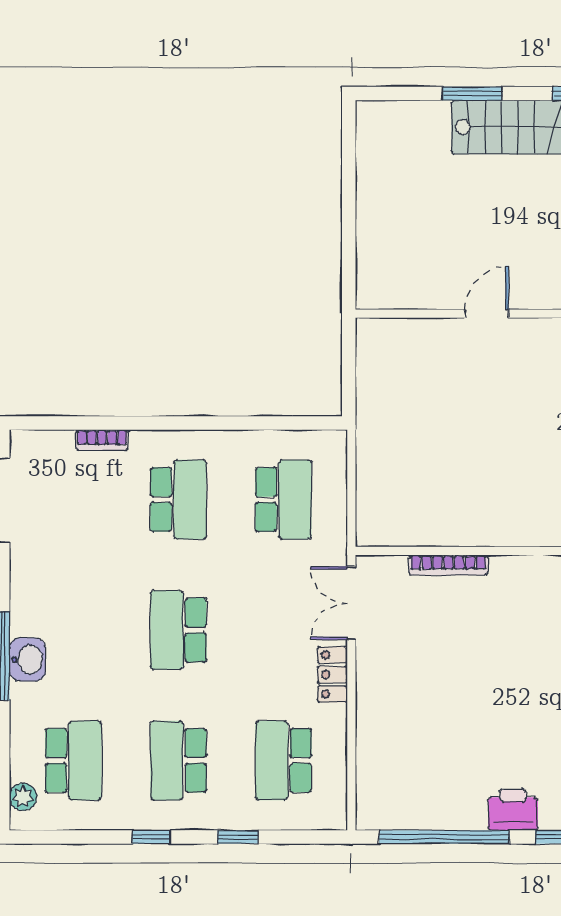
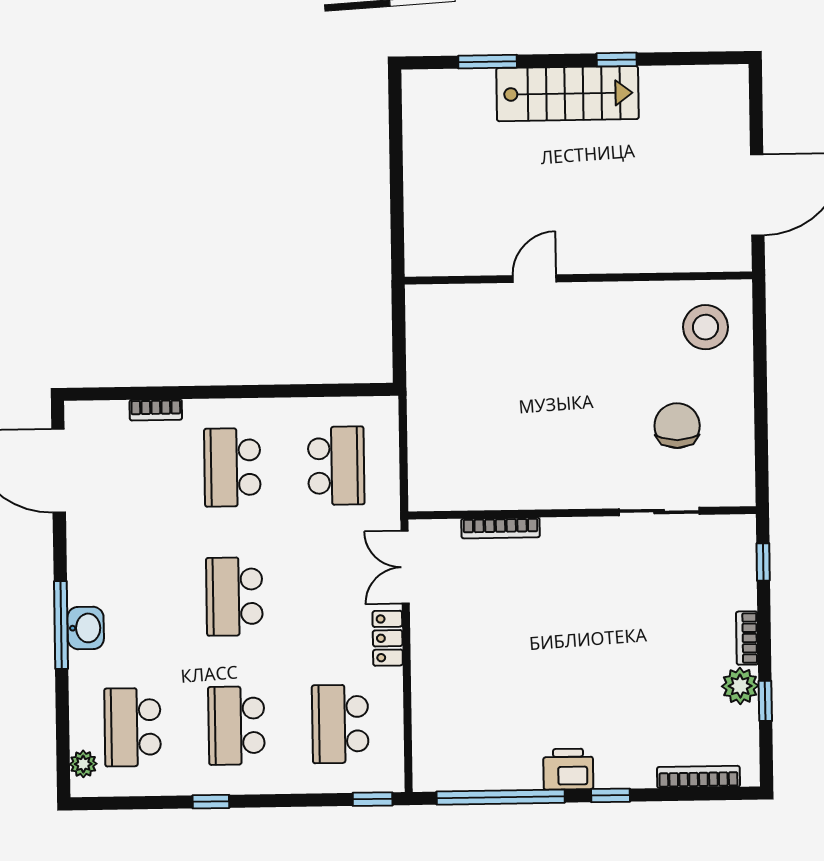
window: (472, 93) -> (488, 62), moved
school desk: (178, 500) -> (232, 467), turned 180
school desk: (73, 760) -> (133, 727), turned 180
window: (238, 837) -> (373, 799), moved

